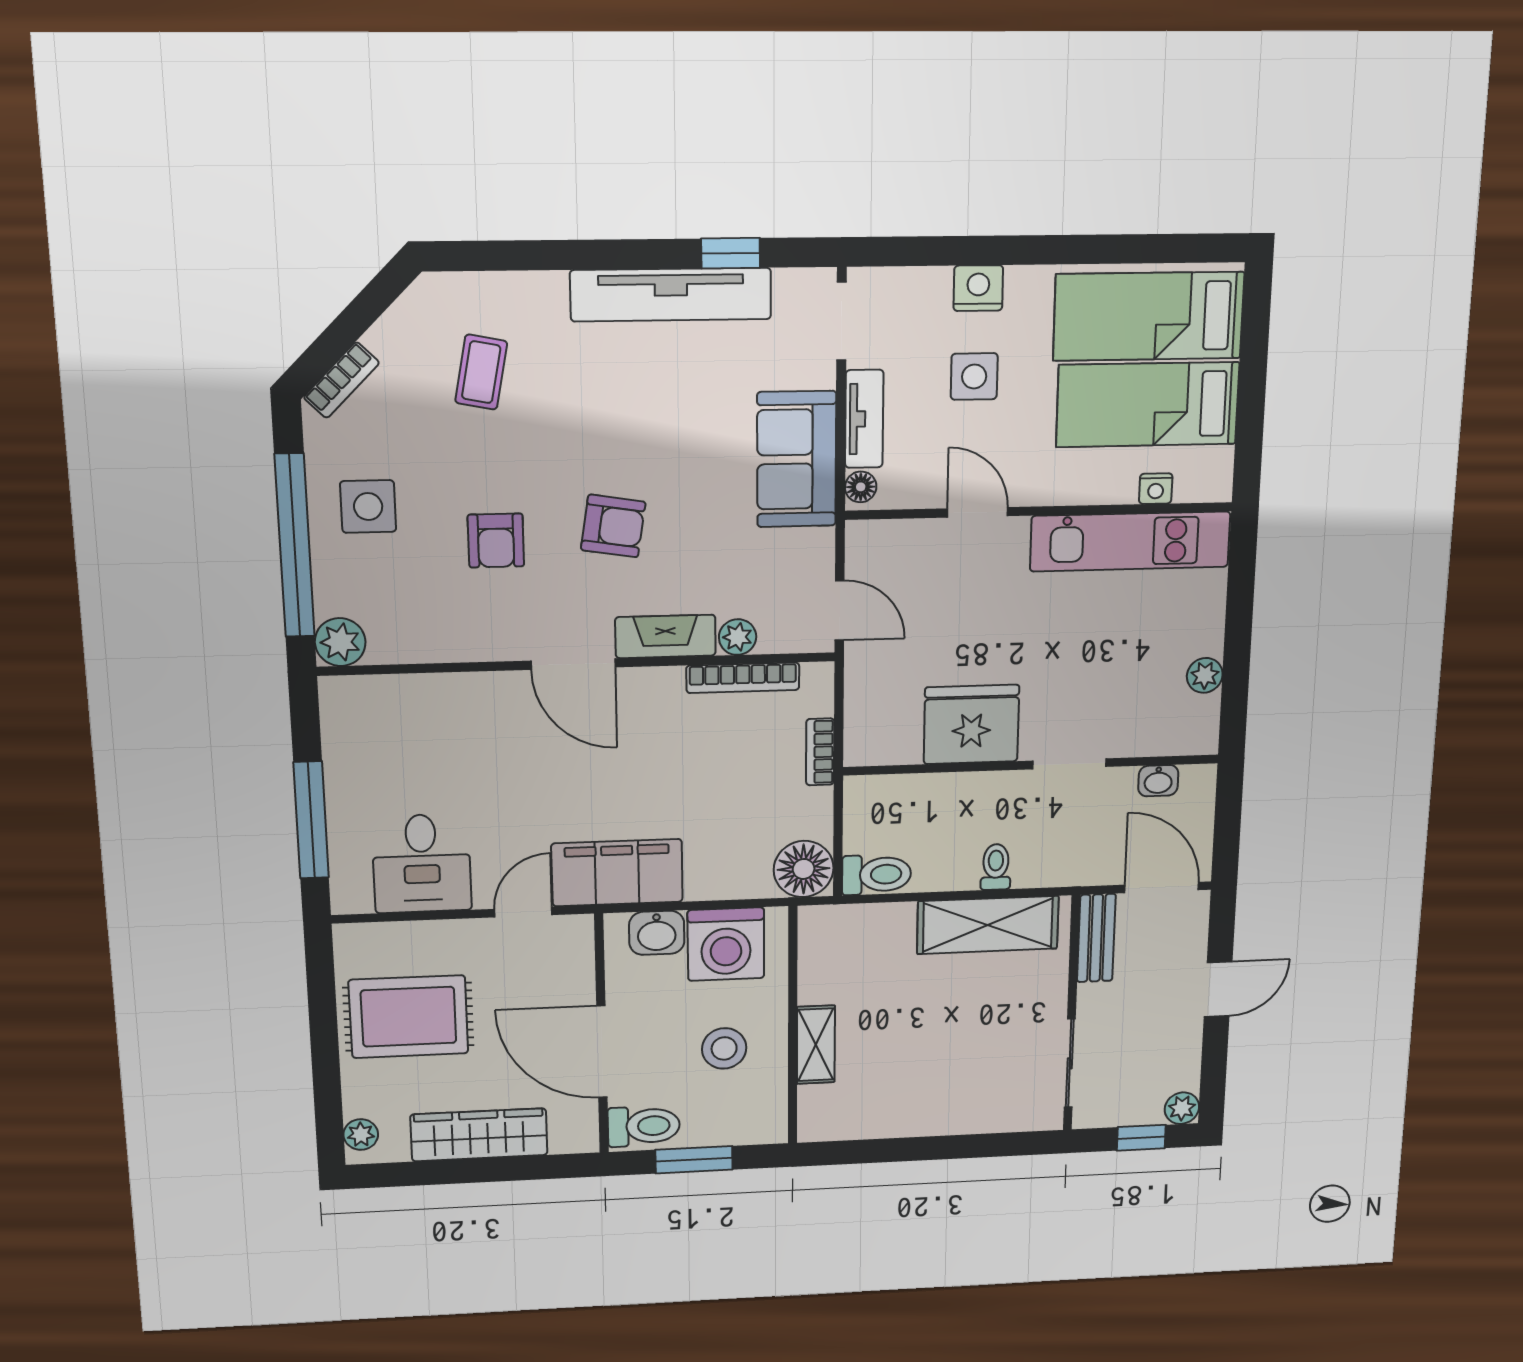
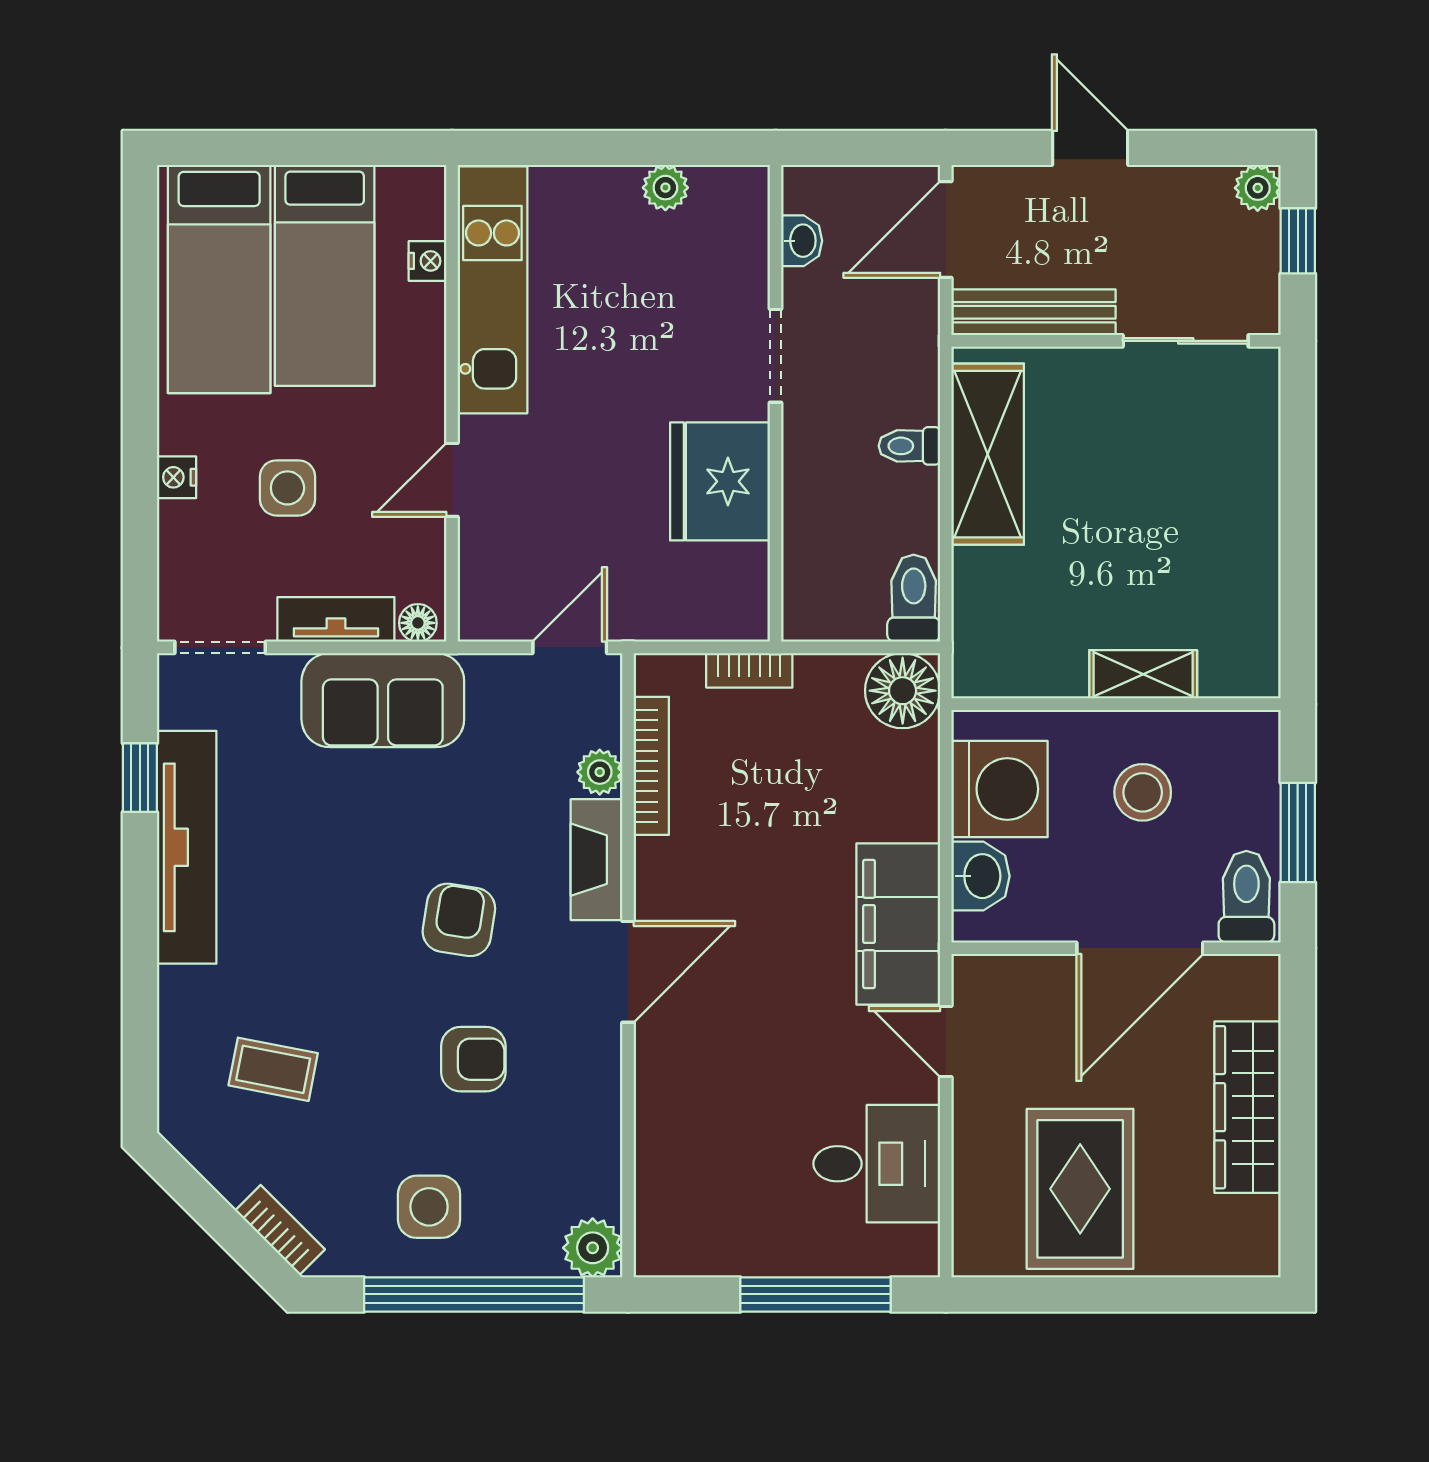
nightstand: (978, 288) -> (177, 477), width x0.72, depth x0.74
bench: (1096, 938) -> (1034, 312), width x1.36
plant: (361, 1134) -> (1239, 1256), removed

